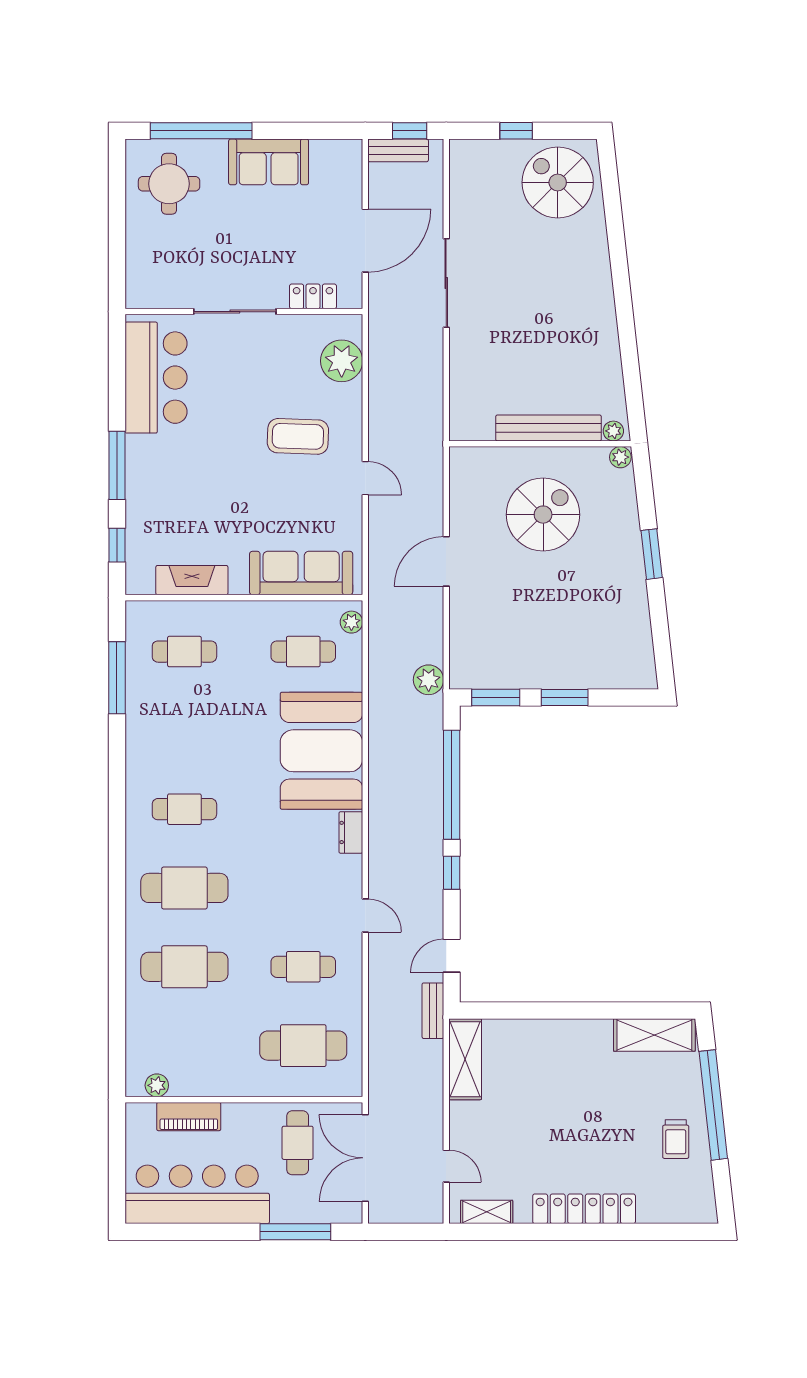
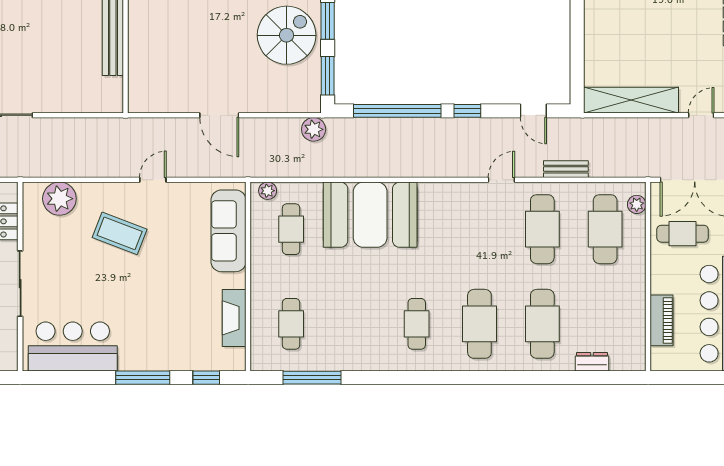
coffee table: (298, 436) -> (120, 233), turned -71
spiral stairs: (543, 515) -> (287, 35), moved, turned 90
dresser: (351, 832) -> (592, 362), moved, turned 180
cafe table: (303, 967) -> (542, 229), width x1.37, depth x1.35
bench: (433, 1011) -> (566, 169), moved
shelving: (465, 1059) -> (631, 100), width x1.47
plant: (157, 1085) -> (637, 204), moved

